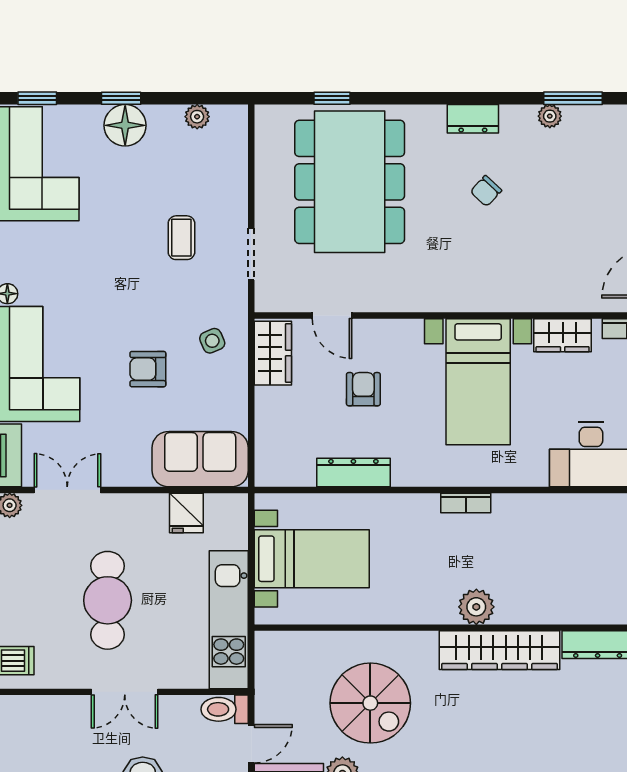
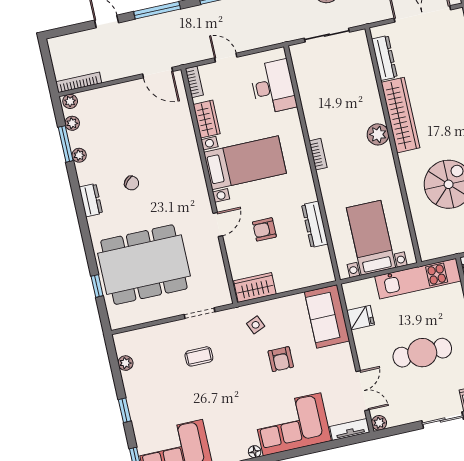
plant: (604, 116) -> (72, 123), added
floor lamp: (125, 125) -> (140, 404), removed
door: (332, 316) -> (218, 224), moved
double door: (67, 490) -> (362, 391), swing flipped

